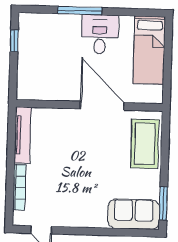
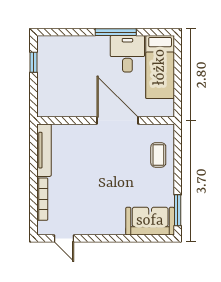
window: (80, 11) -> (116, 32), moved
desk: (100, 34) -> (127, 54), moved
coffee table: (145, 144) -> (158, 155), width x0.54, depth x0.58

